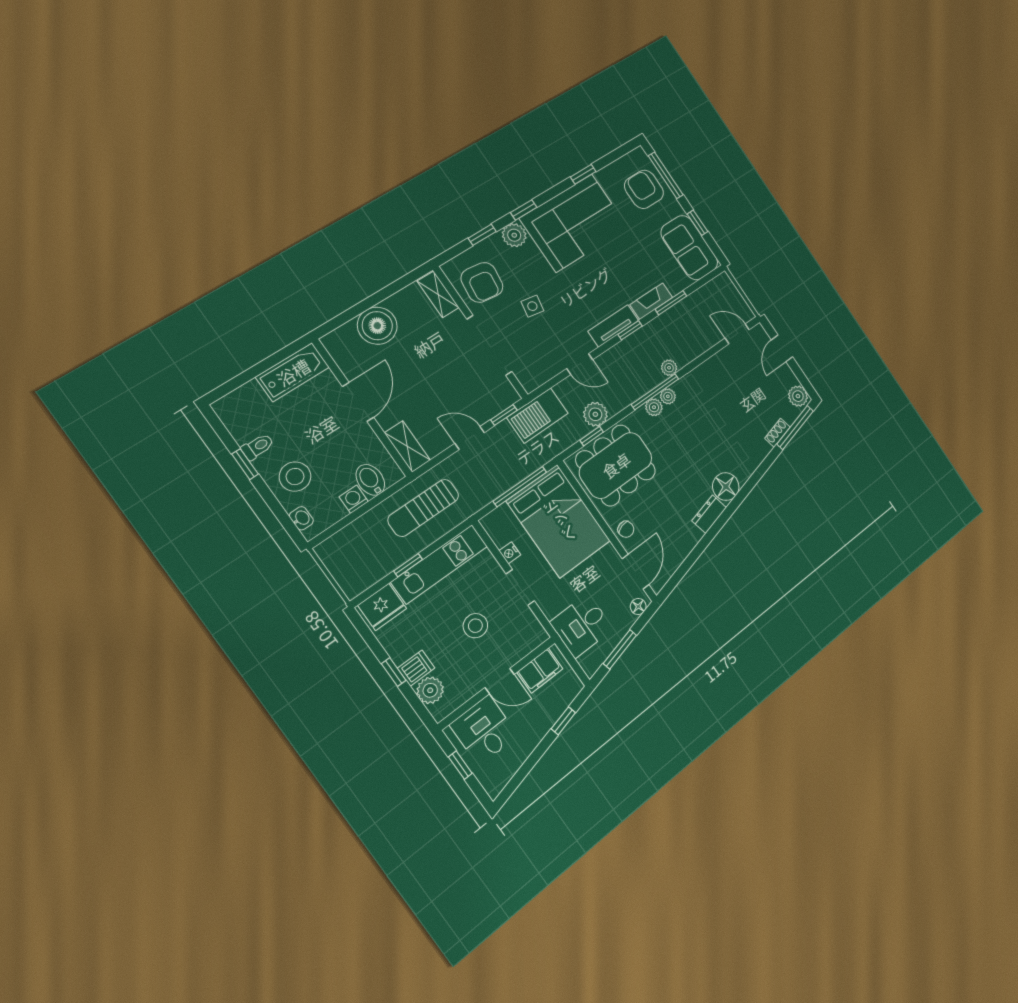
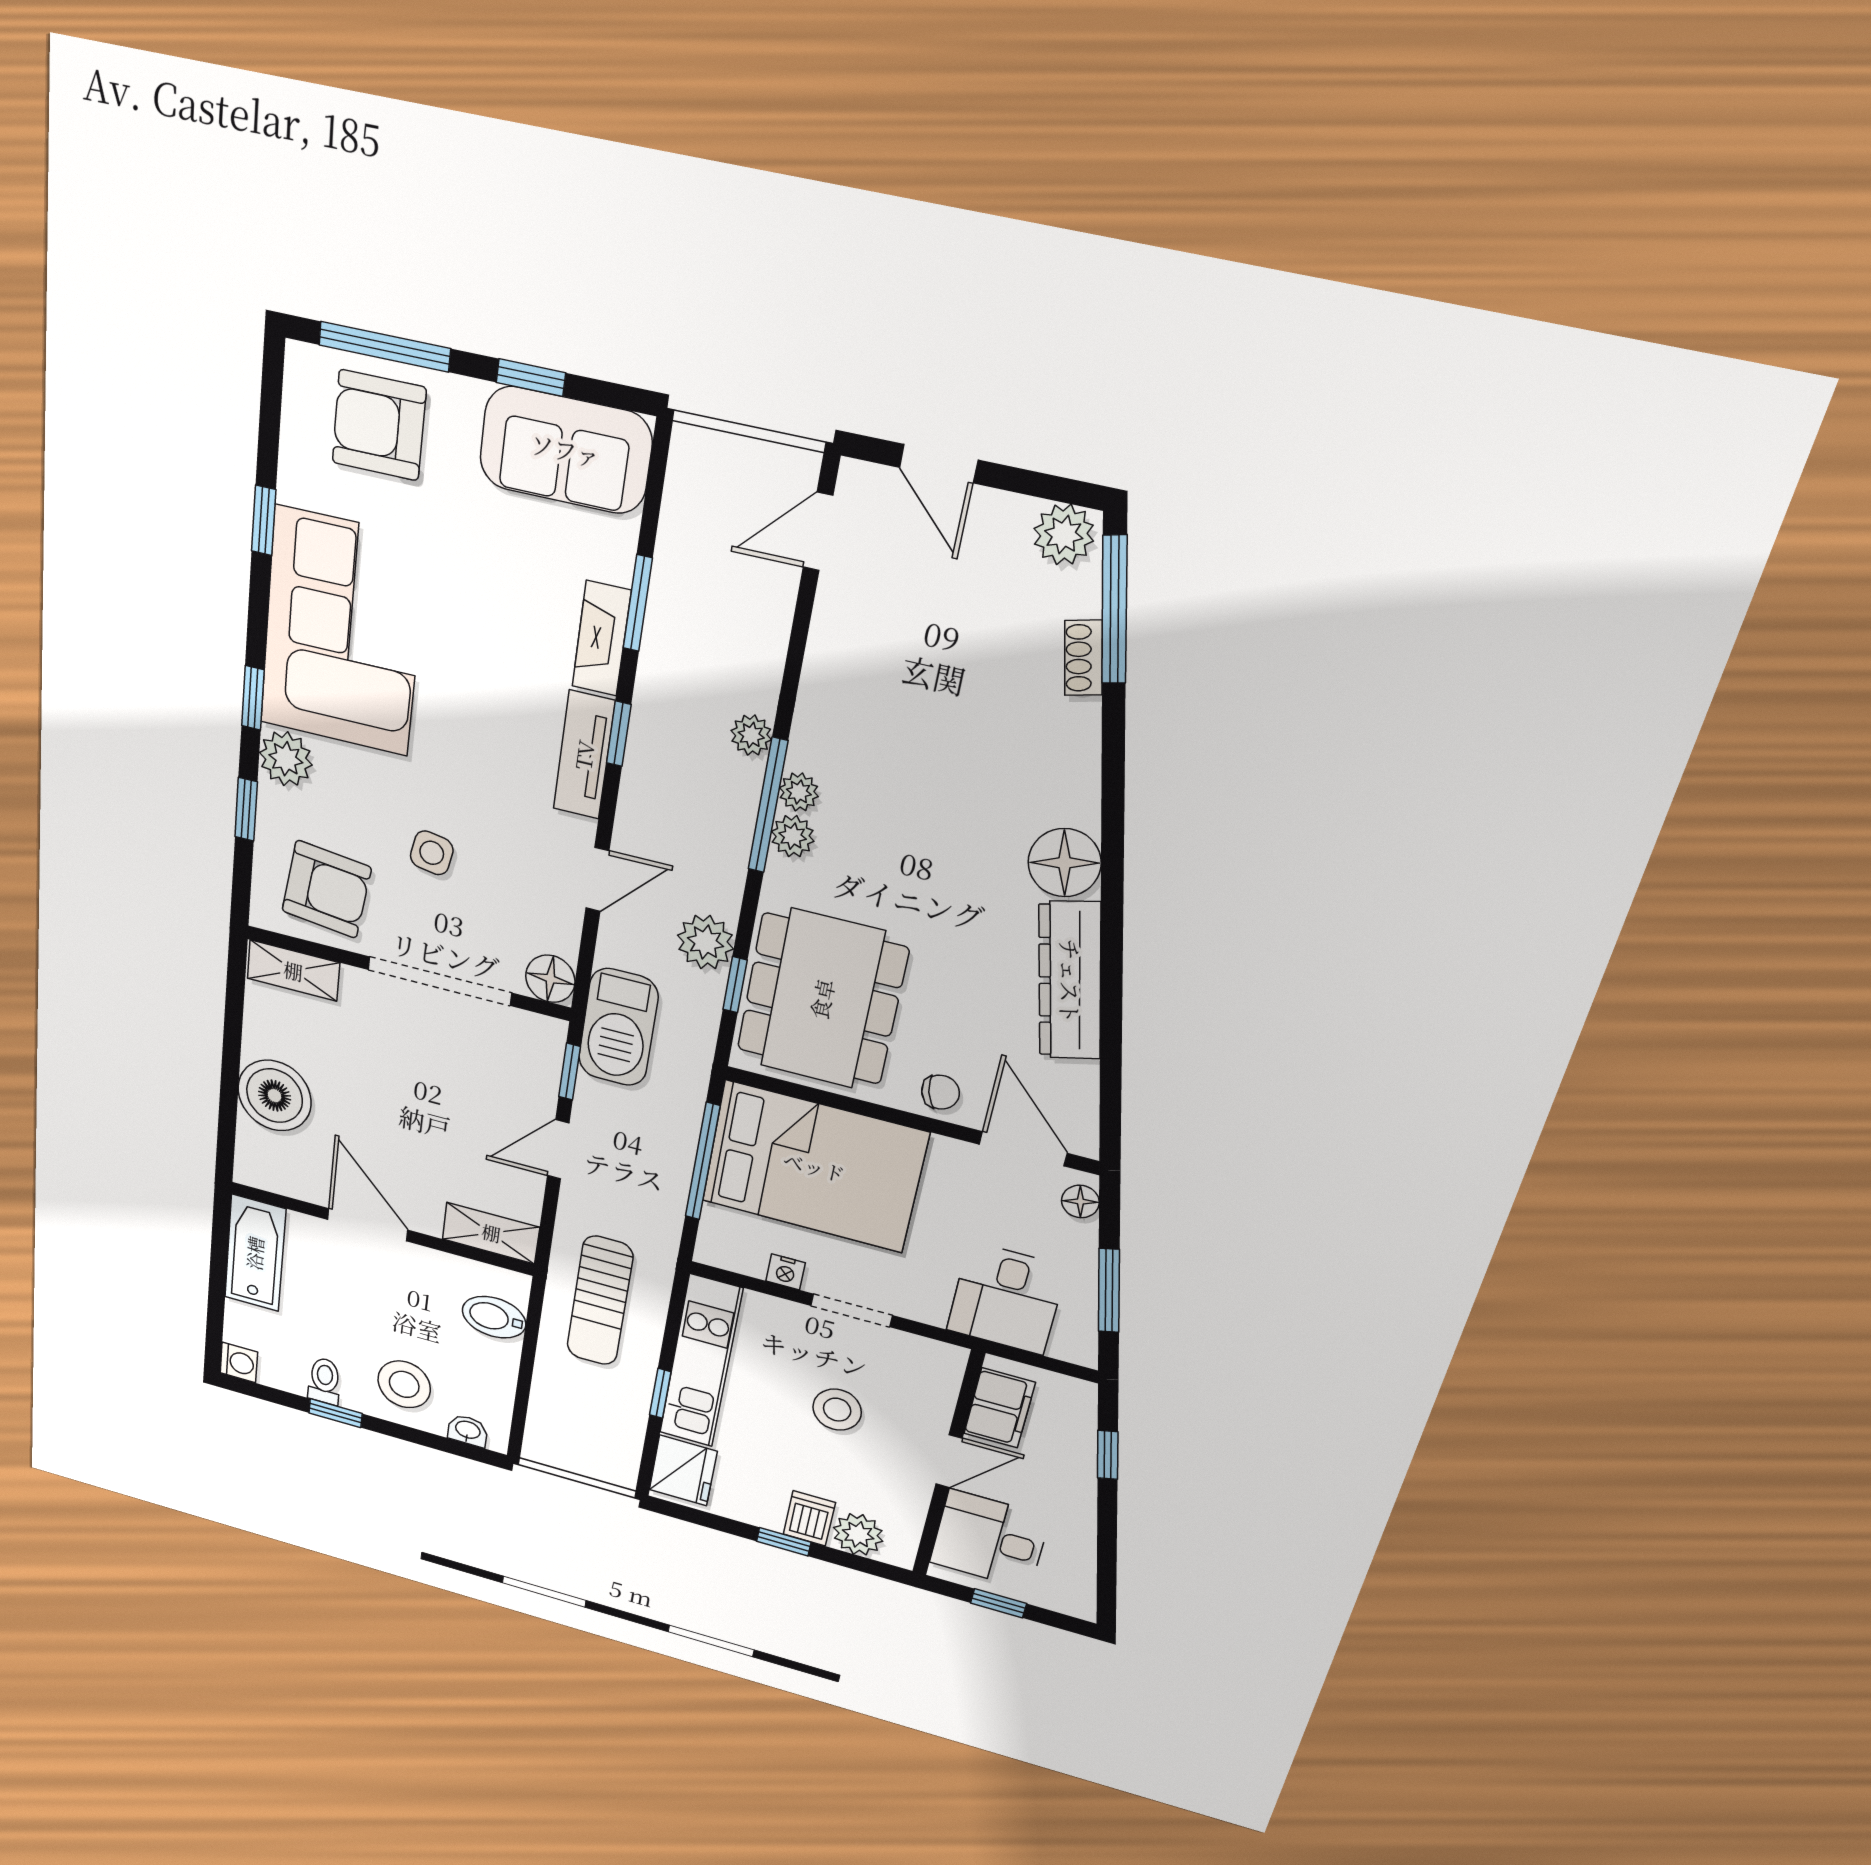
floor lamp: (530, 379) -> (550, 979), added
washing machine: (354, 499) -> (239, 1362), moved, turned 180
dresser: (709, 514) -> (1070, 981), width x1.96, depth x1.24

